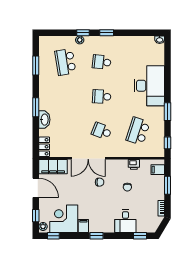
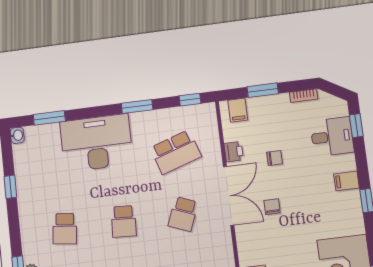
window: (107, 33) -> (10, 187), moved
window: (168, 60) -> (49, 118), added
school desk: (138, 131) -> (176, 152), turned -36
double door: (88, 158) -> (229, 196), moved
desk: (125, 221) -> (332, 137), moved
filing cabinet: (83, 226) -> (347, 181), moved

